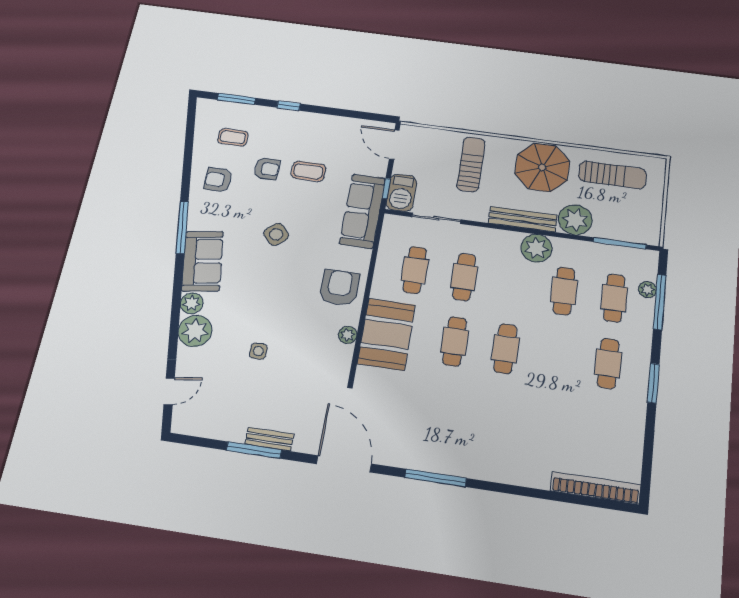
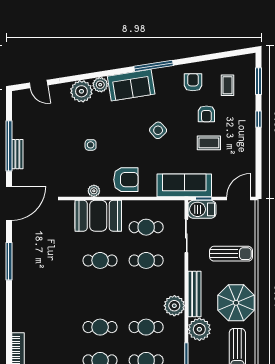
coffee table: (308, 171) -> (209, 143), turned 90
cafe table: (505, 349) -> (100, 327), moved
side table: (258, 351) -> (91, 145), moved
window: (254, 450) -> (9, 146), width x1.46

